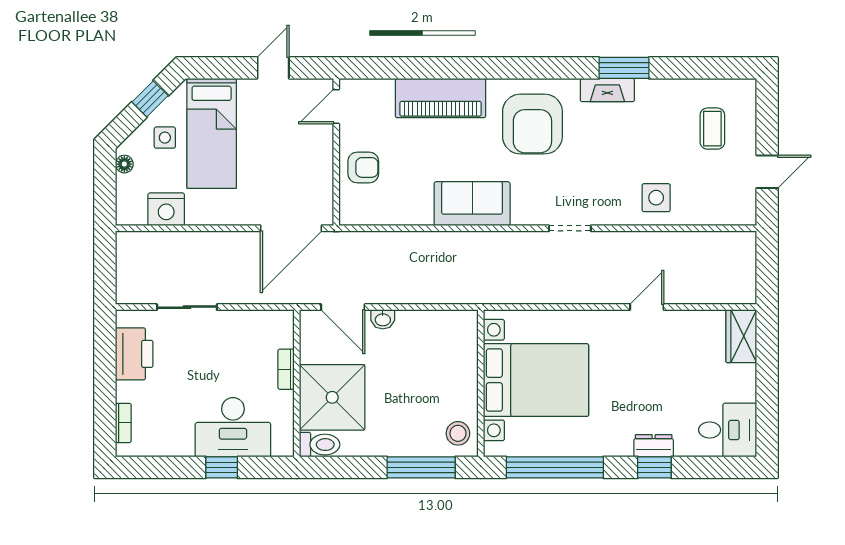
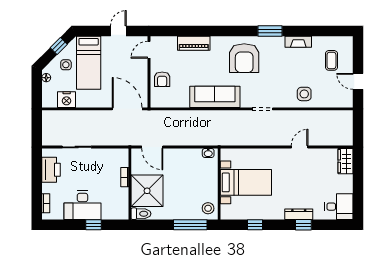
window: (624, 68) -> (270, 31), moved
fireplace: (607, 90) -> (298, 42), moved
piano: (441, 98) -> (194, 43), width x0.73, depth x0.75
armchair: (363, 167) -> (162, 79), turned 90
door: (767, 172) -> (358, 81), swing flipped
sofa: (472, 204) -> (215, 97), width x1.36
door: (291, 228) -> (127, 109), swing flipped
washbasin: (383, 319) -> (208, 153), moved
bed with nightstands: (536, 380) -> (246, 182), width x0.73
desk: (233, 427) -> (82, 205), moved
dresser: (654, 446) -> (299, 214), width x1.44
window: (555, 467) -> (255, 225), width x0.32

